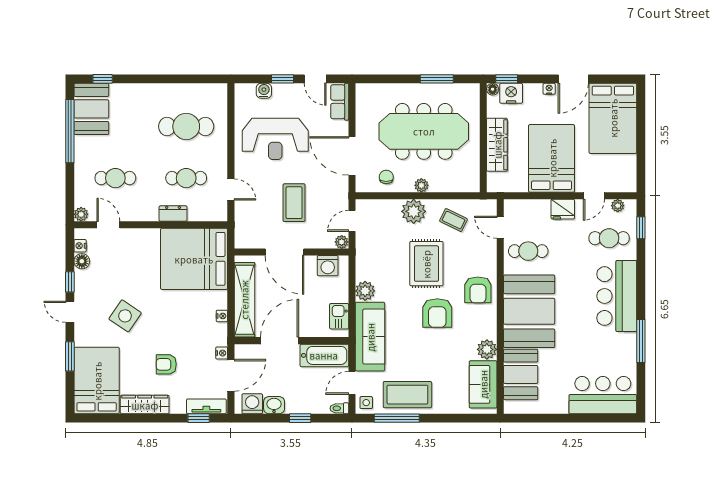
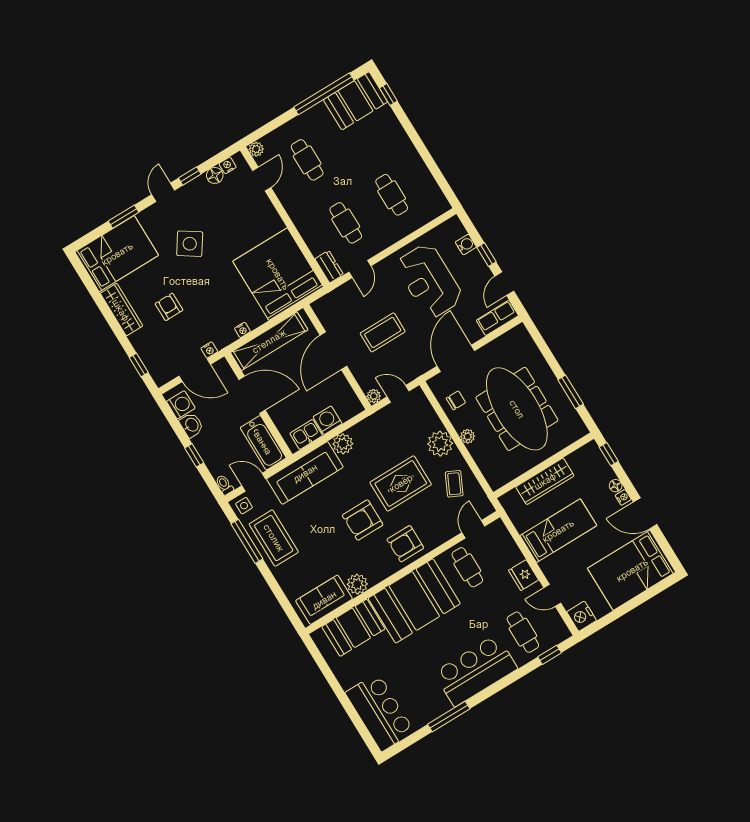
floor lamp: (493, 89) -> (616, 486), moved
nightstand: (511, 93) -> (582, 616), moved, turned 180
cafe table: (186, 126) -> (392, 195), width x0.73, depth x0.74
bed: (552, 158) -> (558, 531), width x0.67
plant: (618, 206) -> (557, 622), removed
dresser: (173, 214) -> (329, 267), moved
washing machine: (328, 266) -> (328, 420), moved, turned 90
tv unit: (206, 406) -> (154, 365), removed

